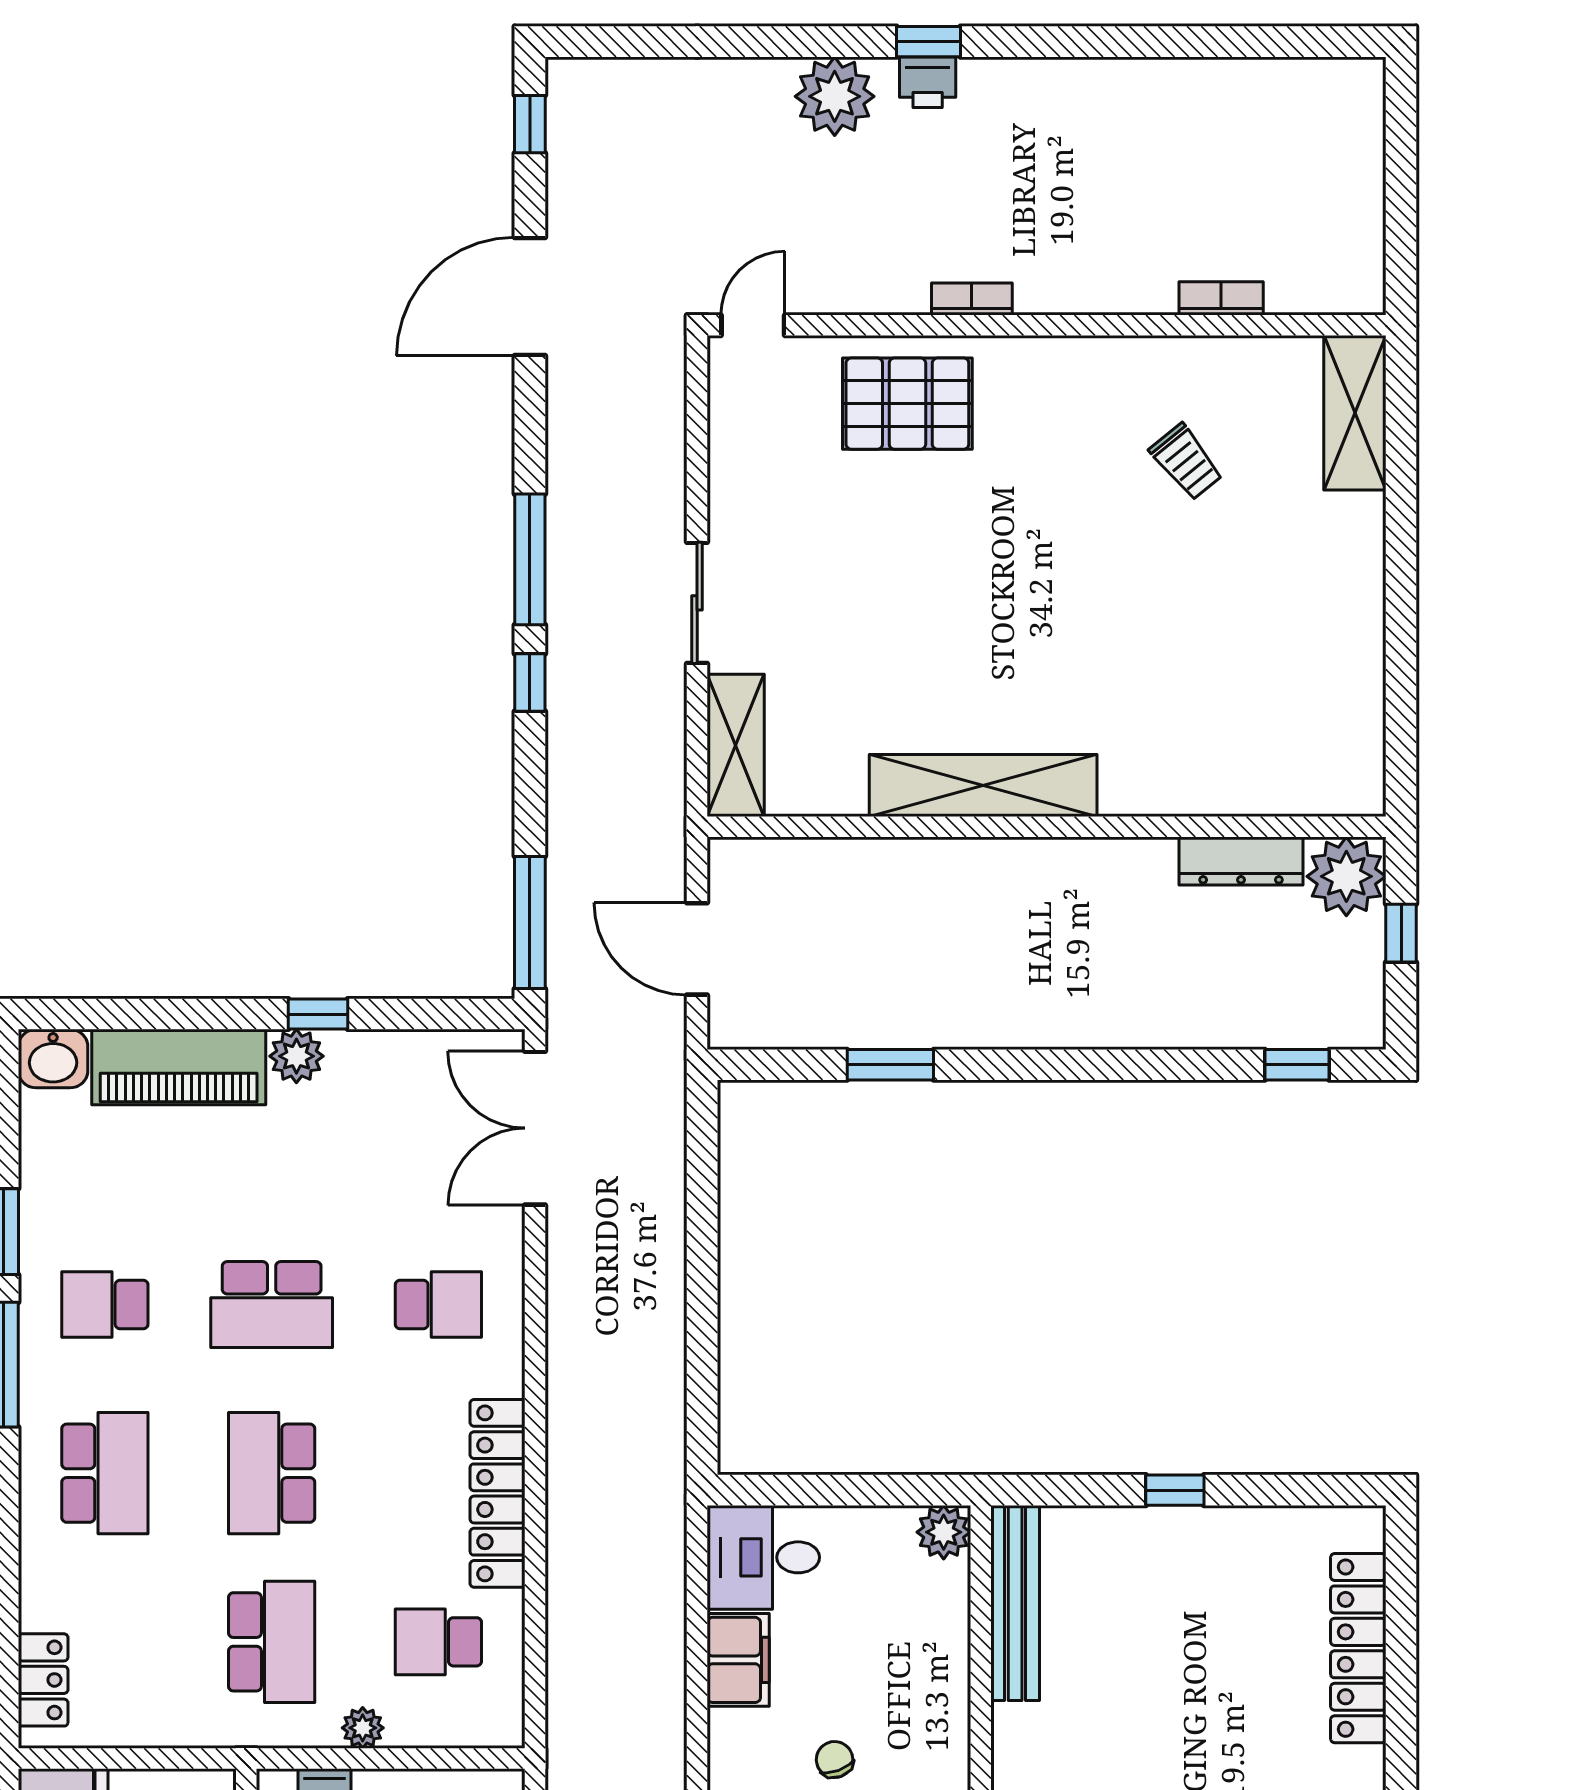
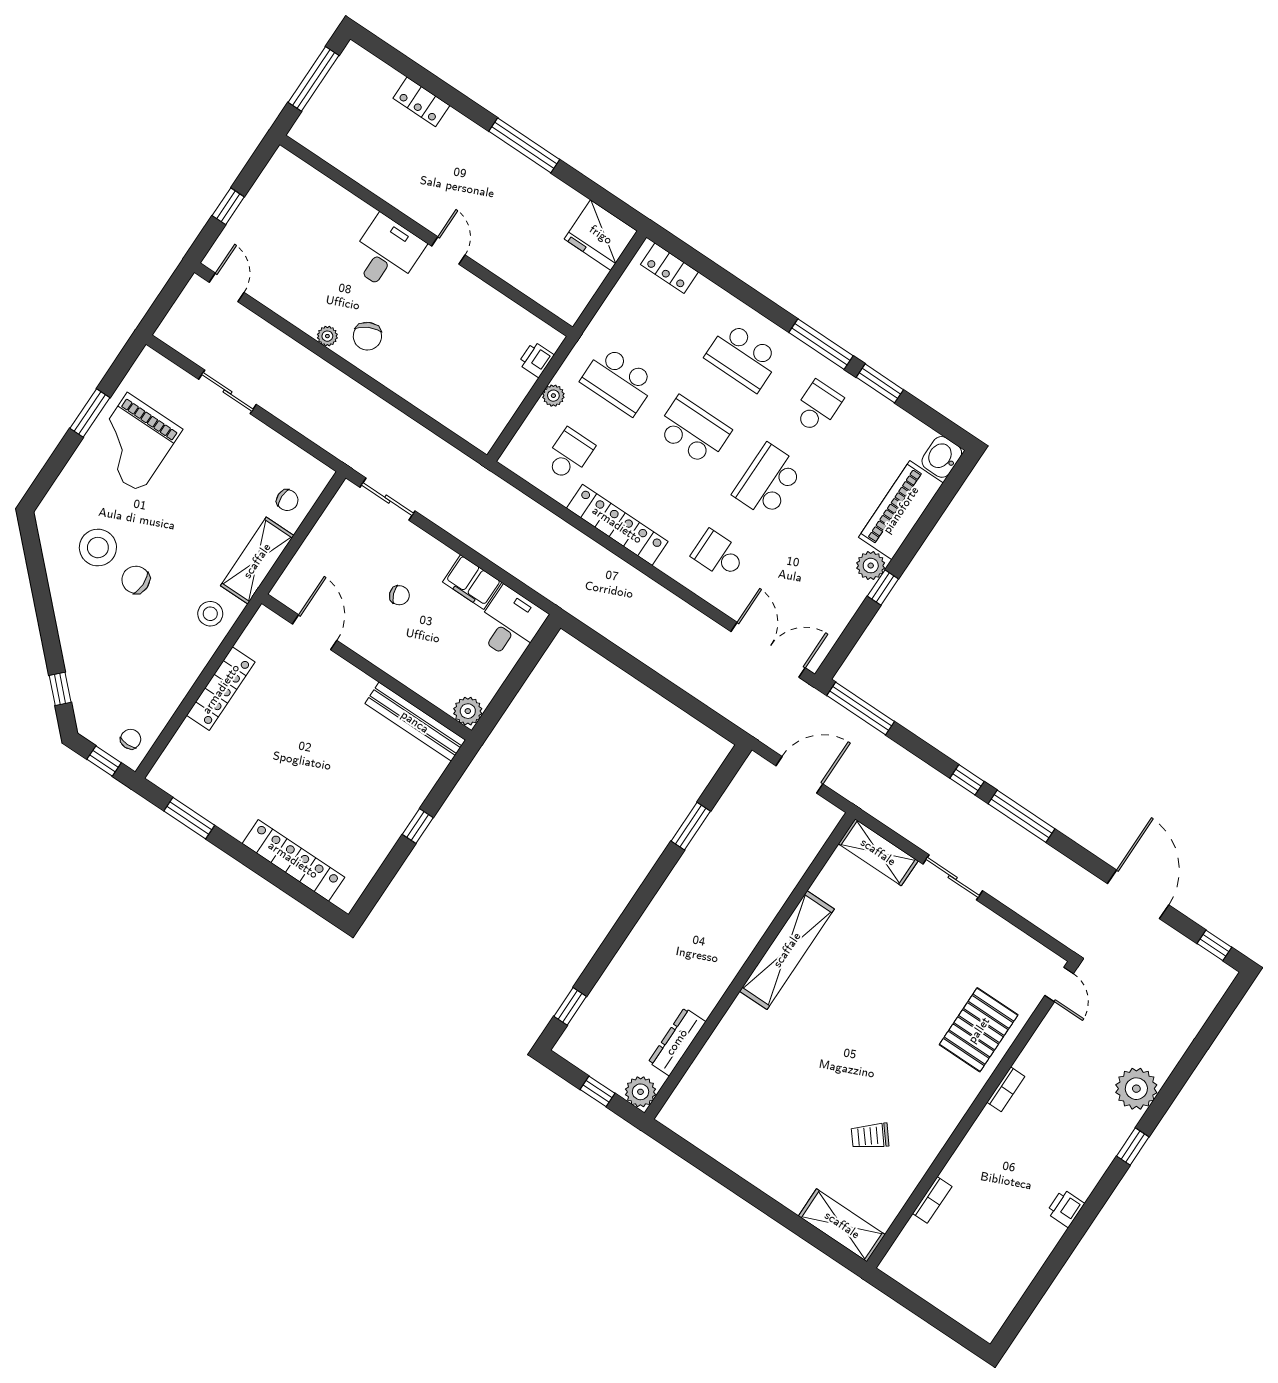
printer: (928, 82) -> (1065, 1208), moved
plant: (1346, 876) -> (640, 1092), width x0.73, depth x0.73
school desk: (438, 1304) -> (719, 555), turned 90

